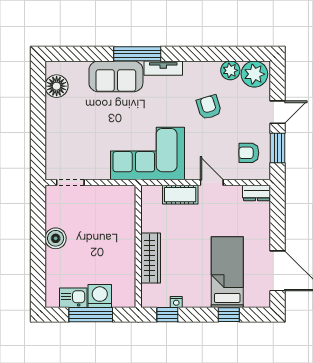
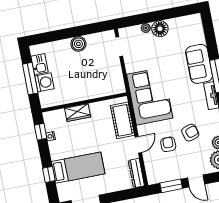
floor lamp: (57, 86) -> (160, 29), moved
plant: (52, 141) -> (146, 28), added
armchair: (249, 153) -> (168, 144), moved
dresser: (257, 193) -> (136, 173), width x1.44
cot: (180, 195) -> (122, 120), width x1.37, depth x1.34
wardrobe: (151, 258) -> (78, 113), width x0.67

